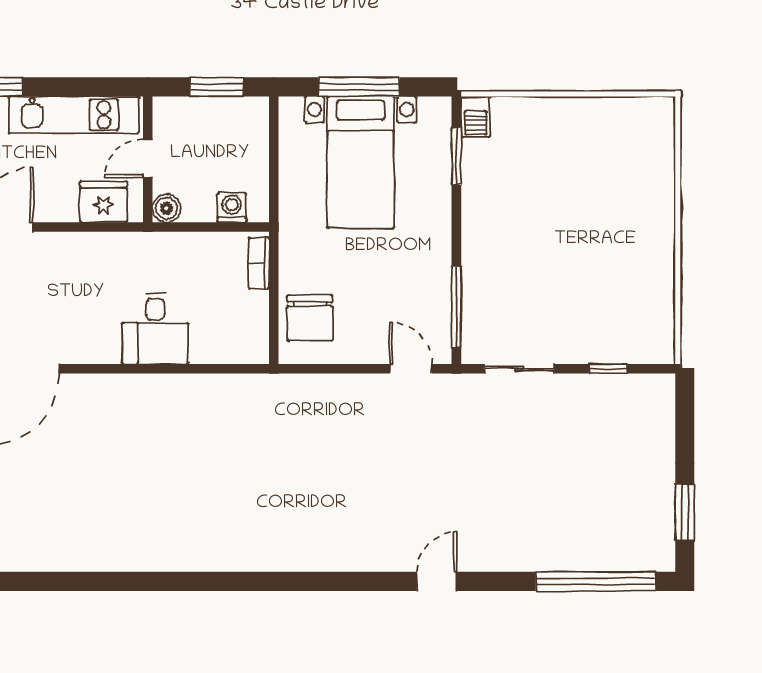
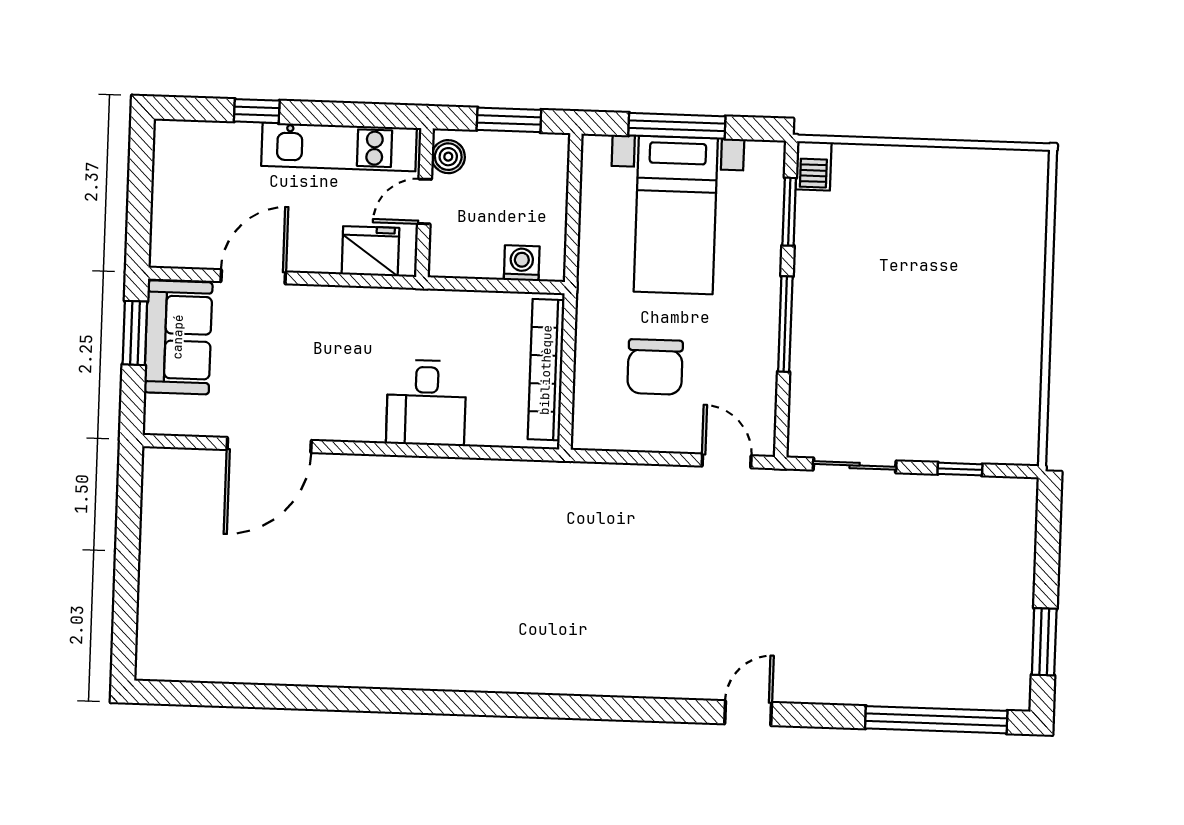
boiler: (167, 208) -> (448, 157), moved
bookcase: (259, 263) -> (546, 370), width x2.31, depth x1.31
window: (456, 307) -> (785, 324), moved
chair: (310, 318) -> (655, 367), moved

